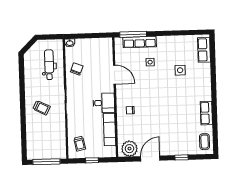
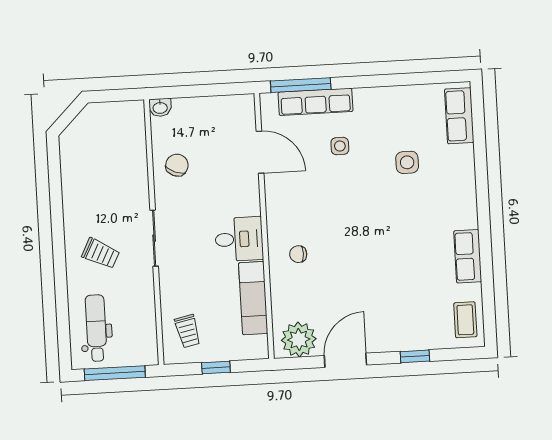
dental chair: (49, 65) -> (96, 328), moved
door: (114, 75) -> (260, 152), moved

